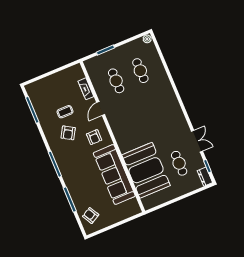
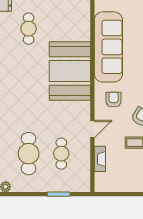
cafe table: (140, 71) -> (29, 154), width x1.37, depth x1.35
booth: (146, 170) -> (70, 71), moved

